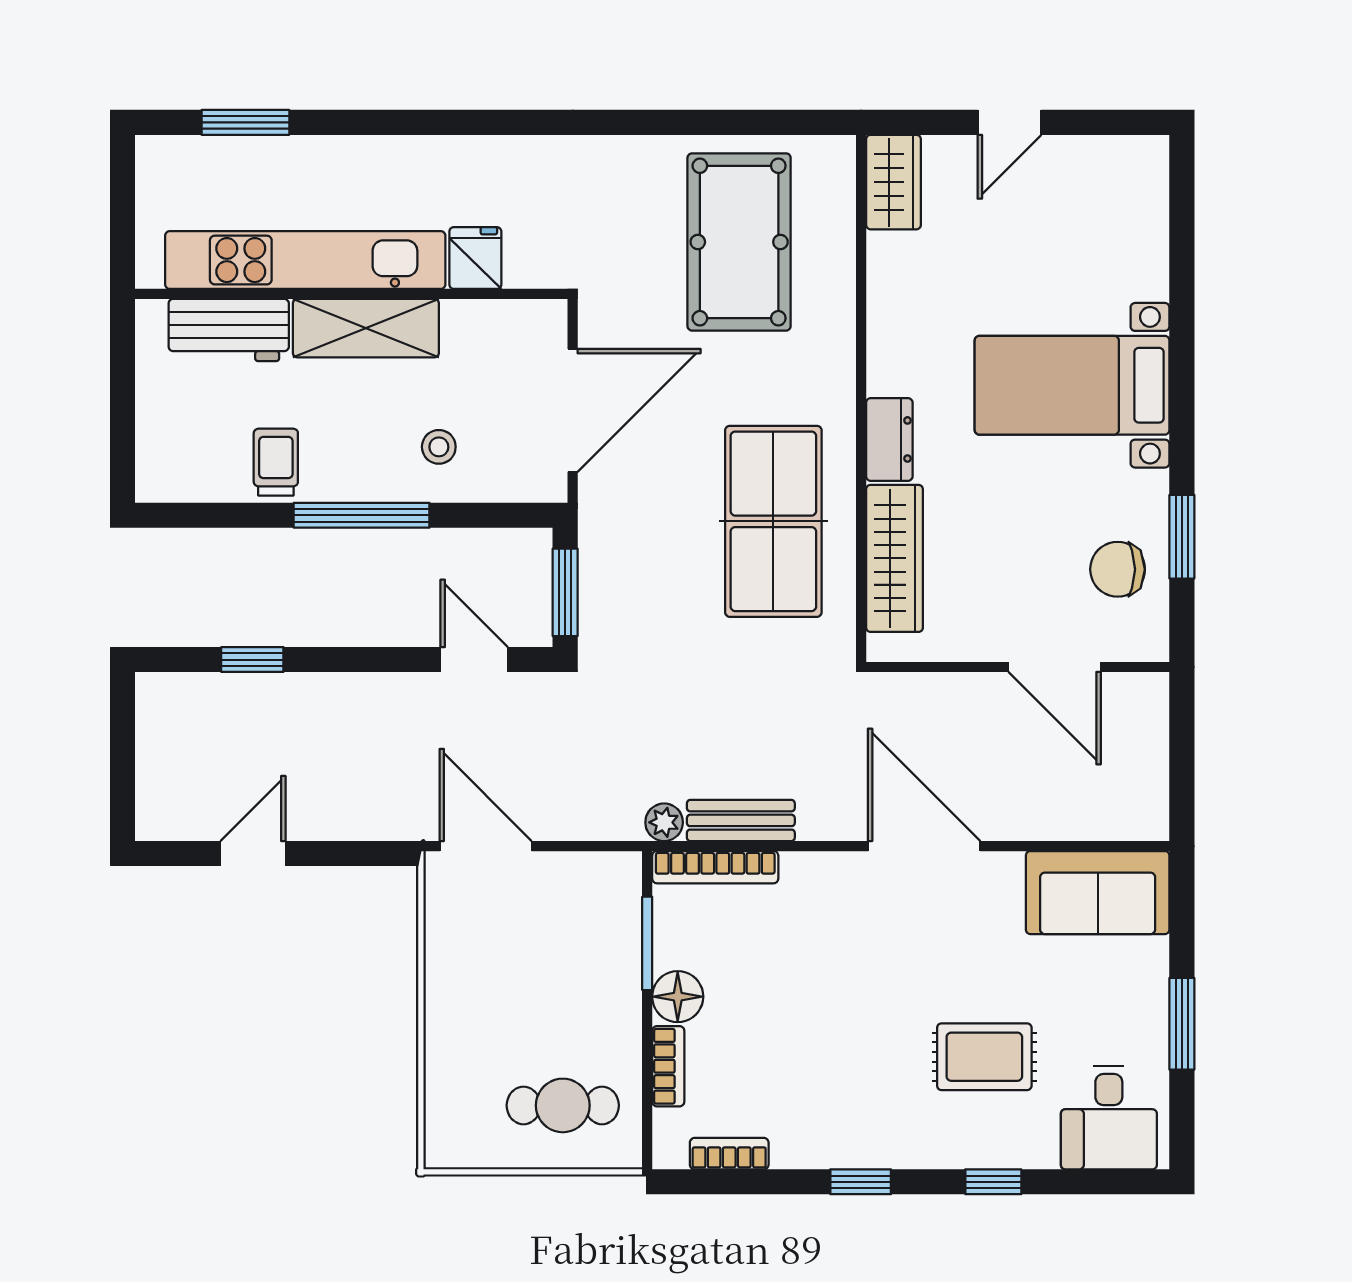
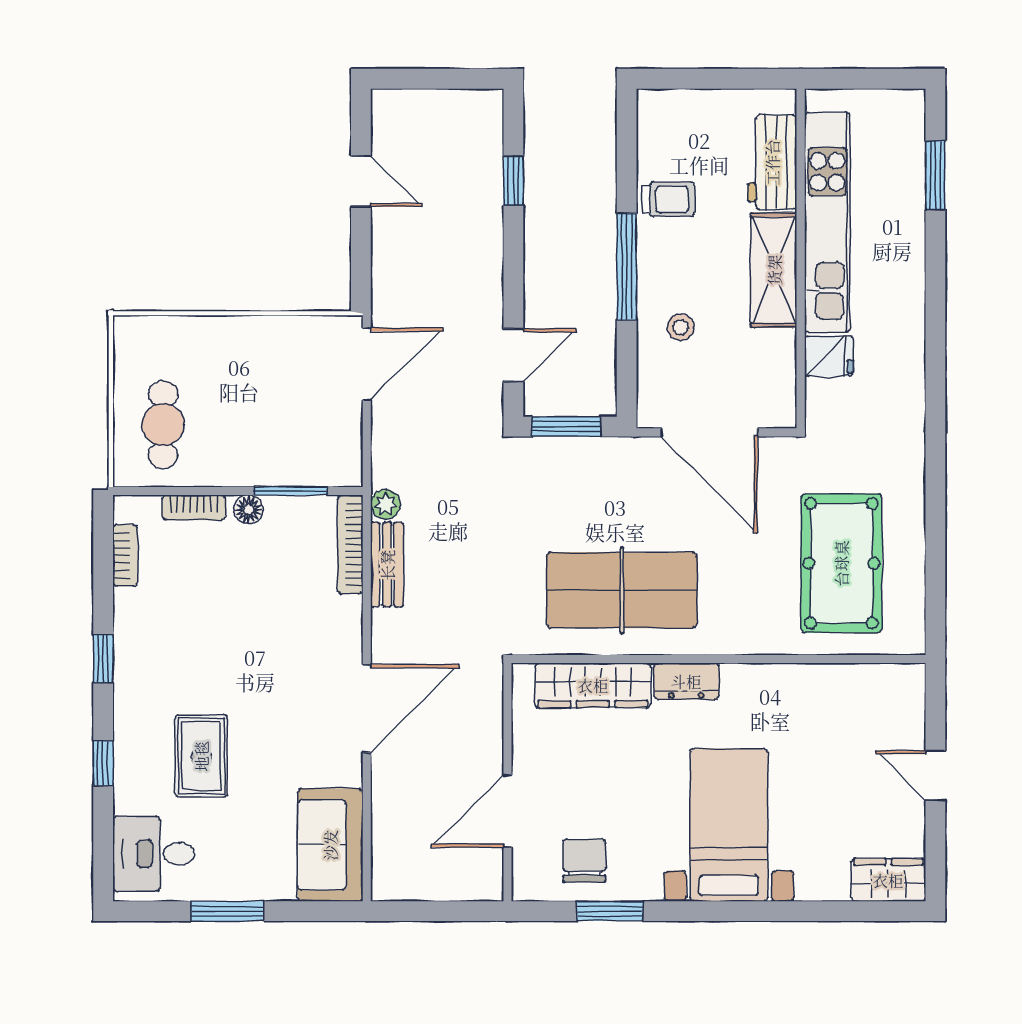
wardrobe: (893, 182) -> (888, 880), moved, turned 180
pool table: (739, 242) -> (841, 563), turned 90
floor lamp: (678, 997) -> (249, 510), width x0.73, depth x0.73

